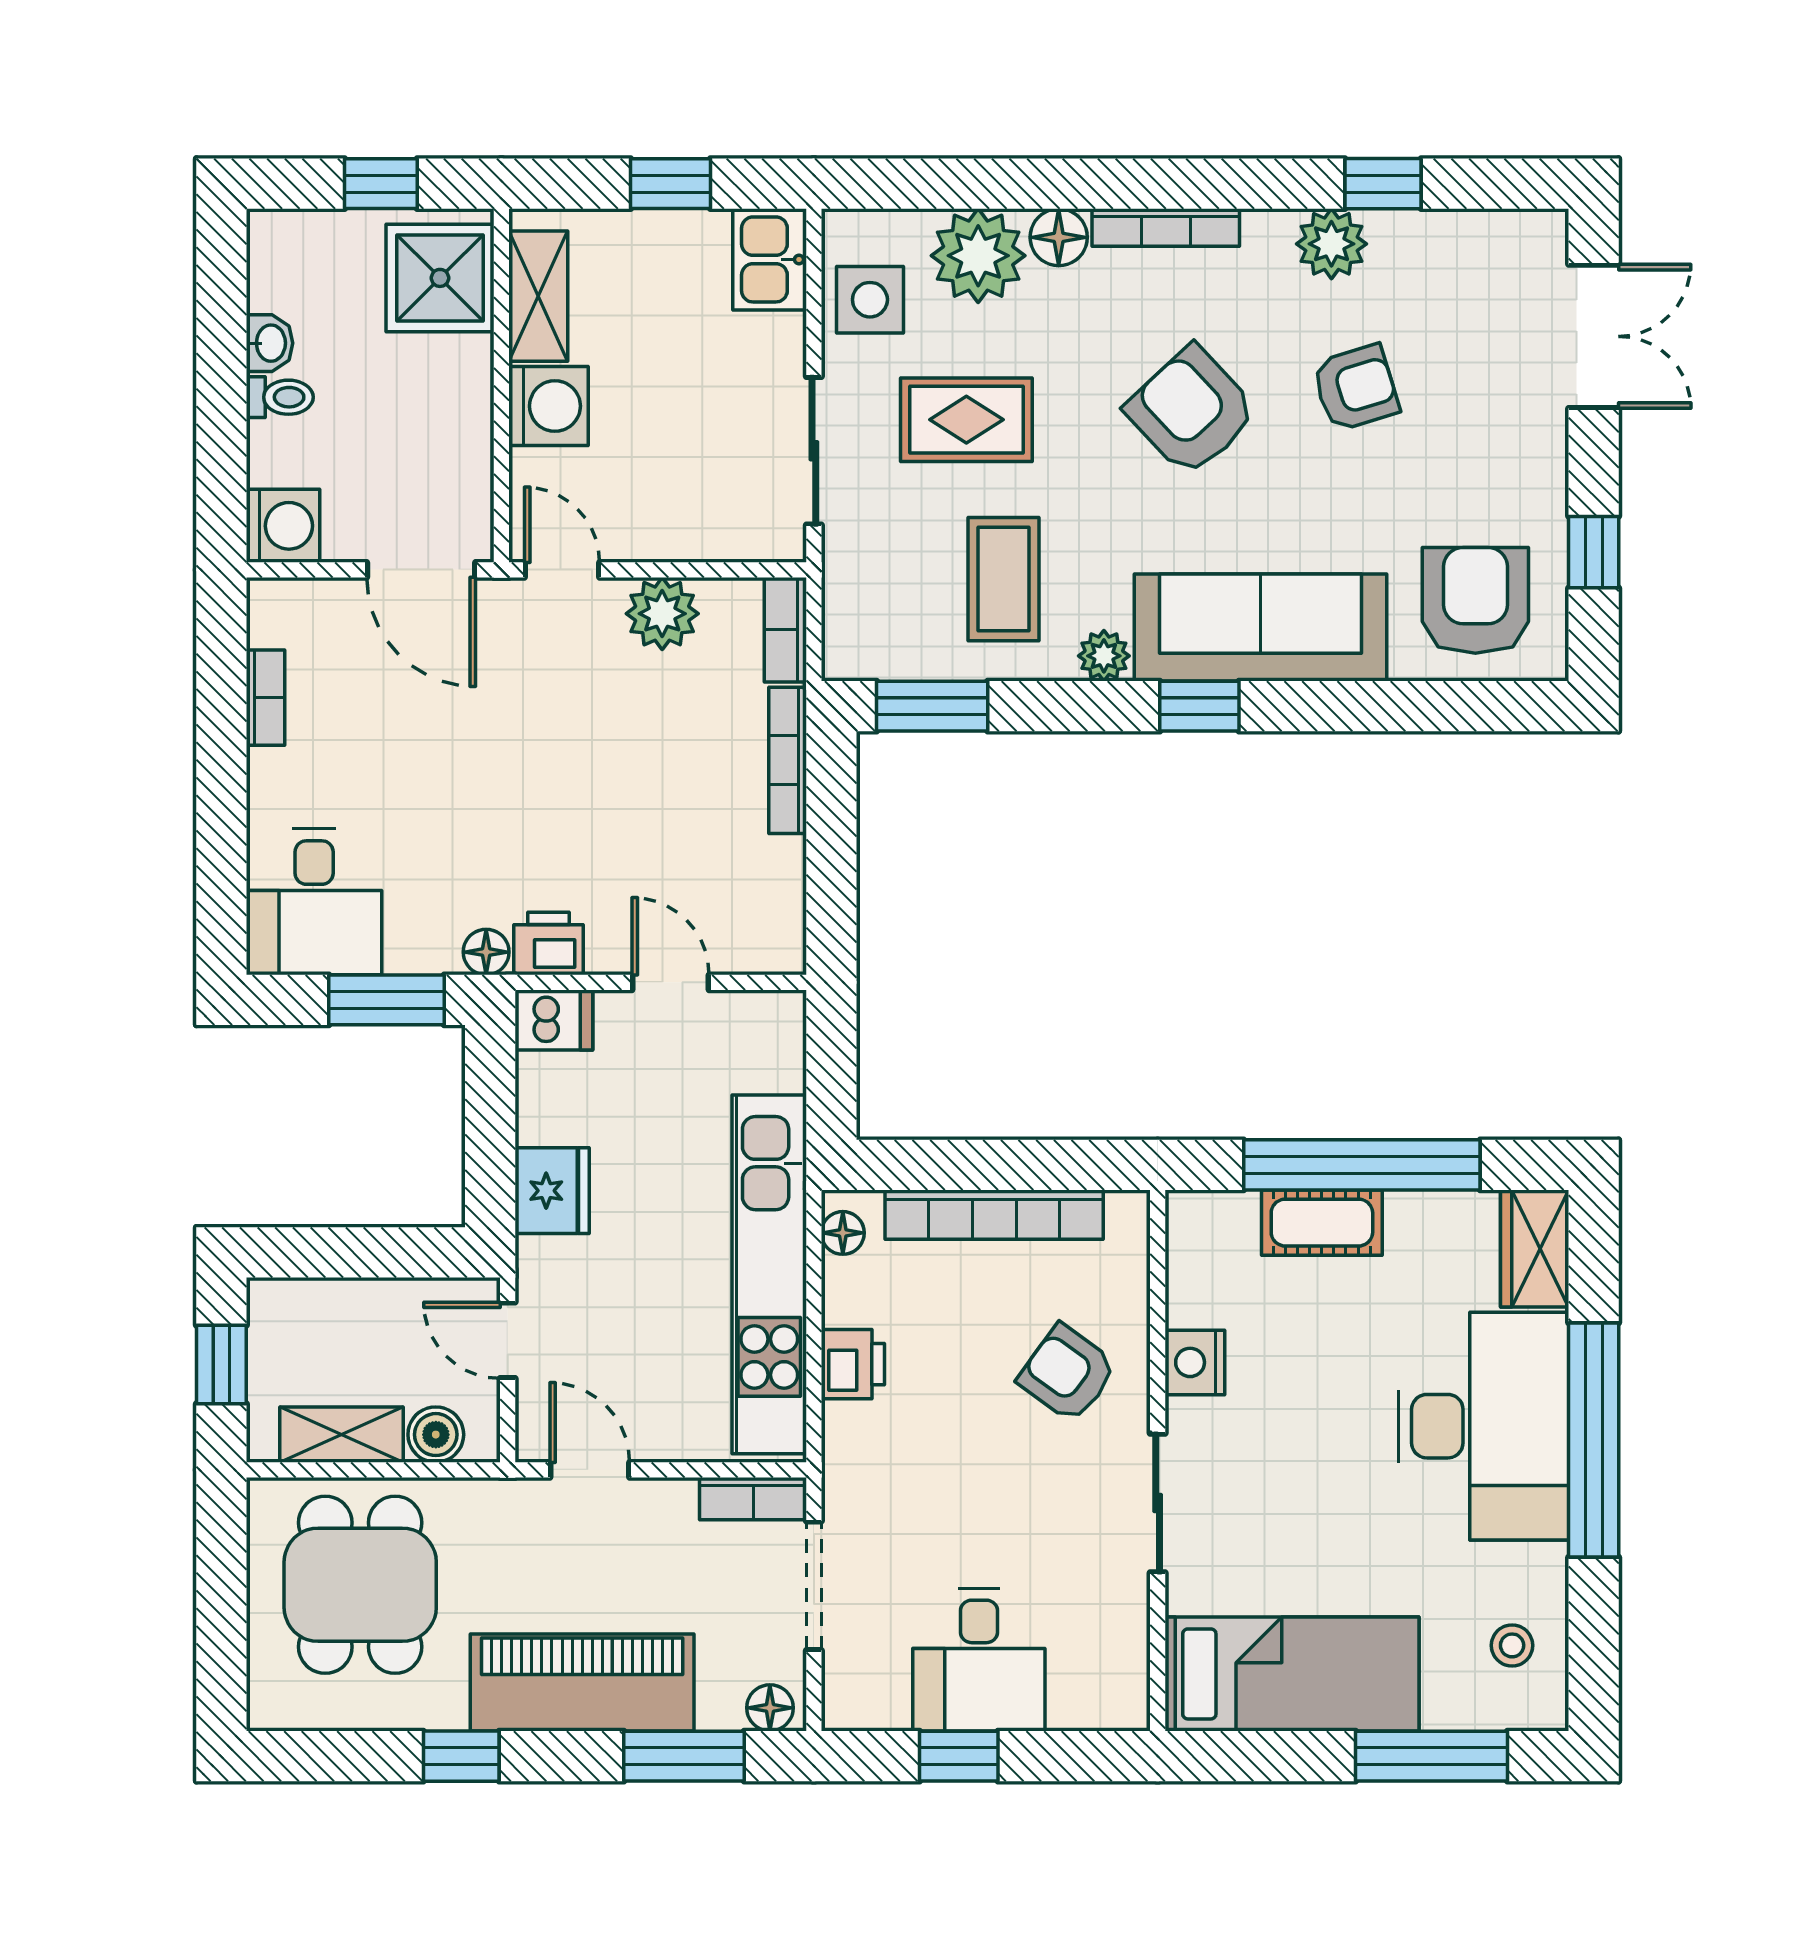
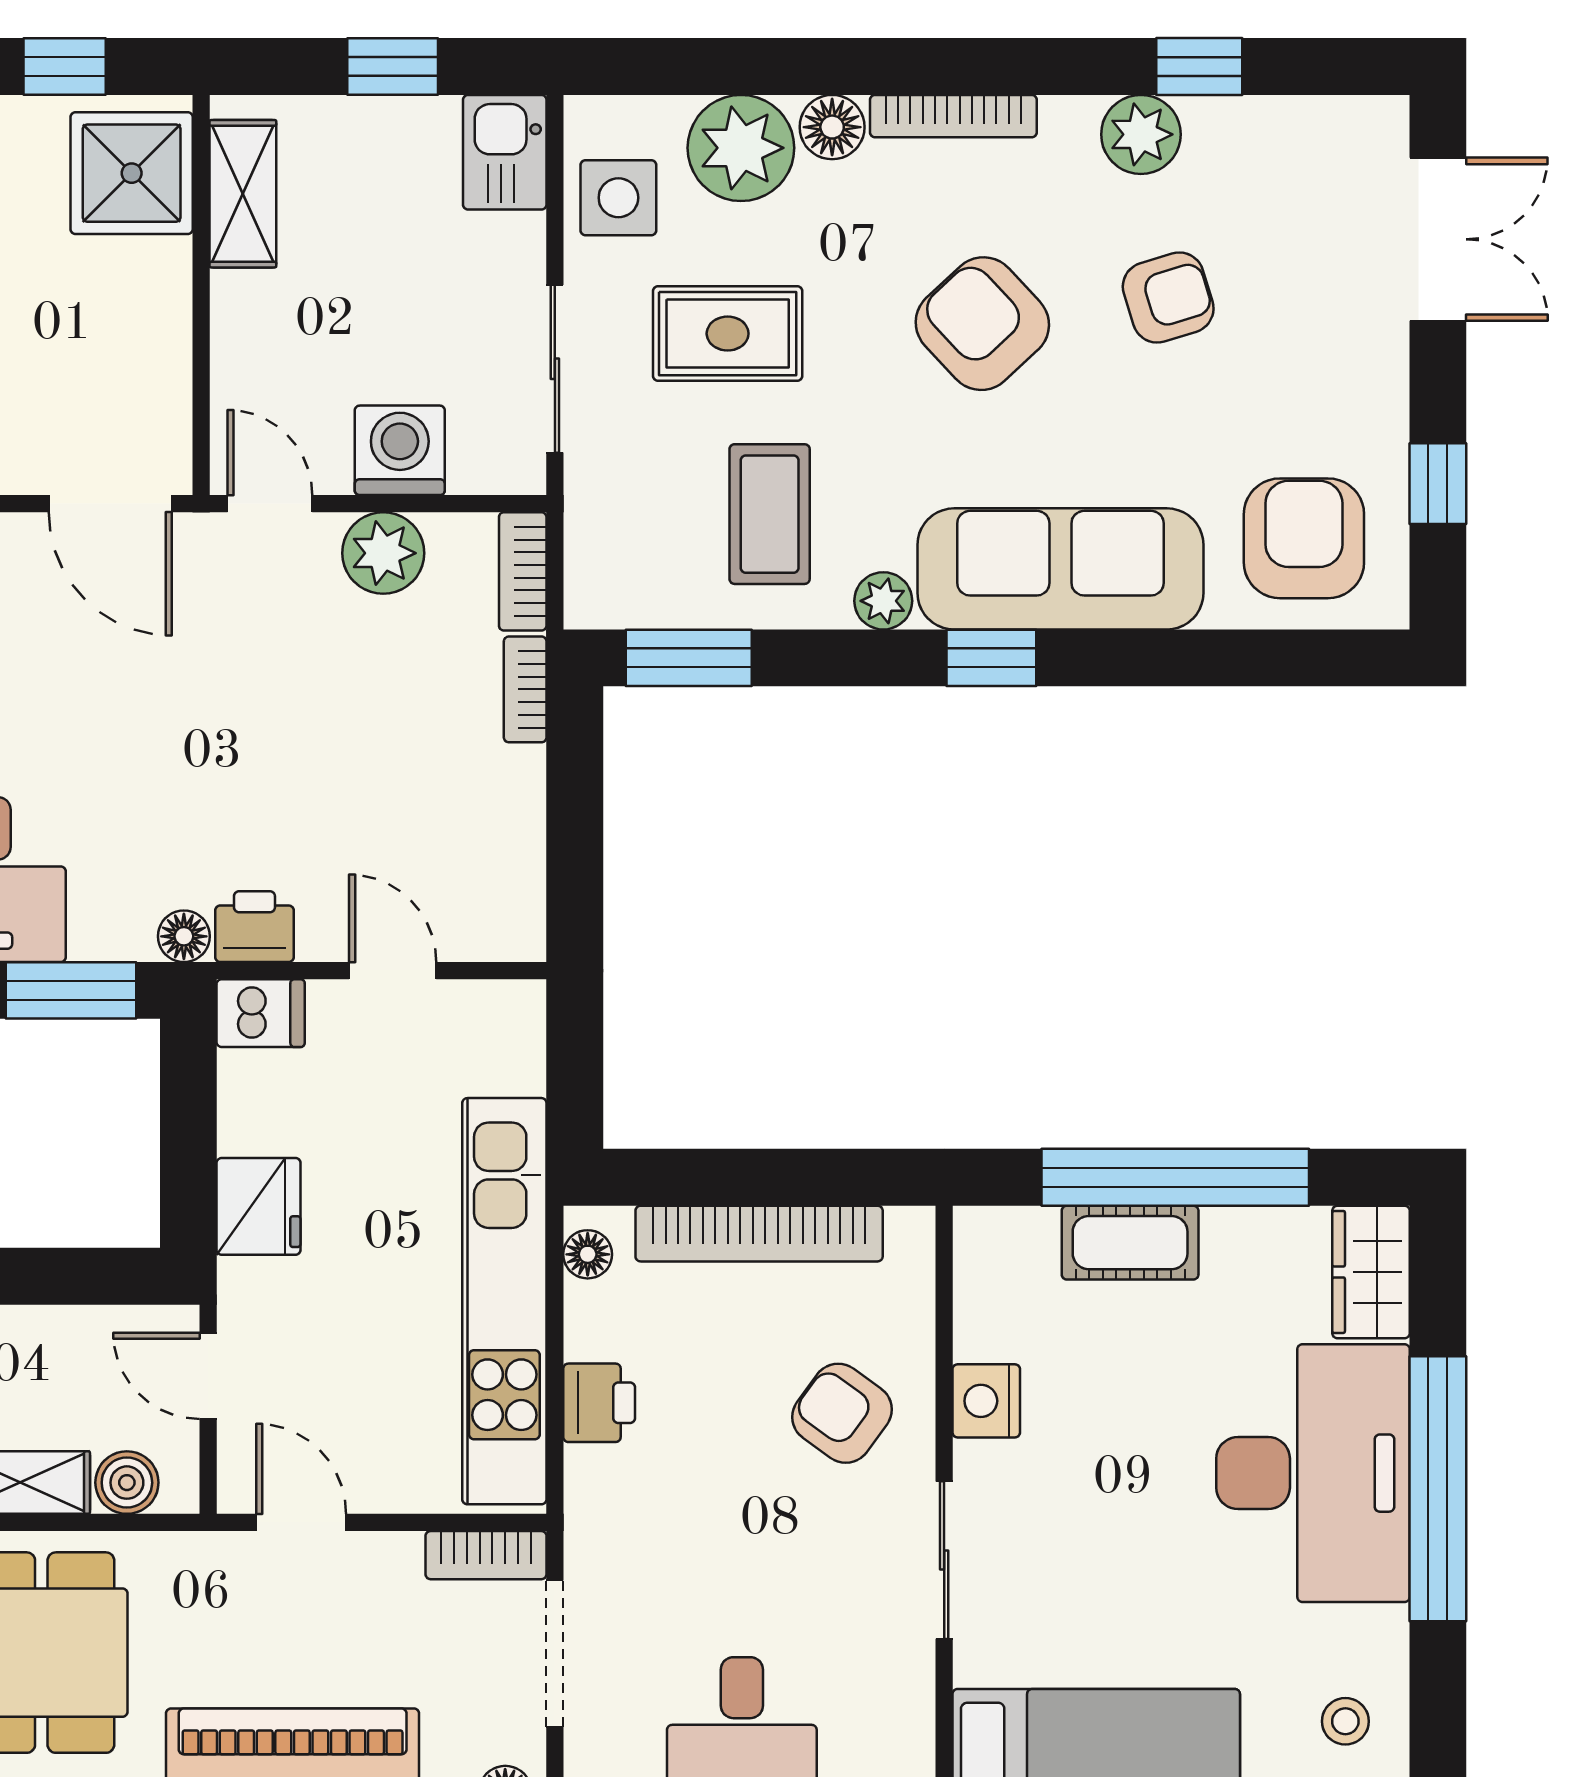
washing machine: (549, 406) -> (400, 450), moved, turned -90
bookcase: (788, 760) -> (525, 689), width x0.64

